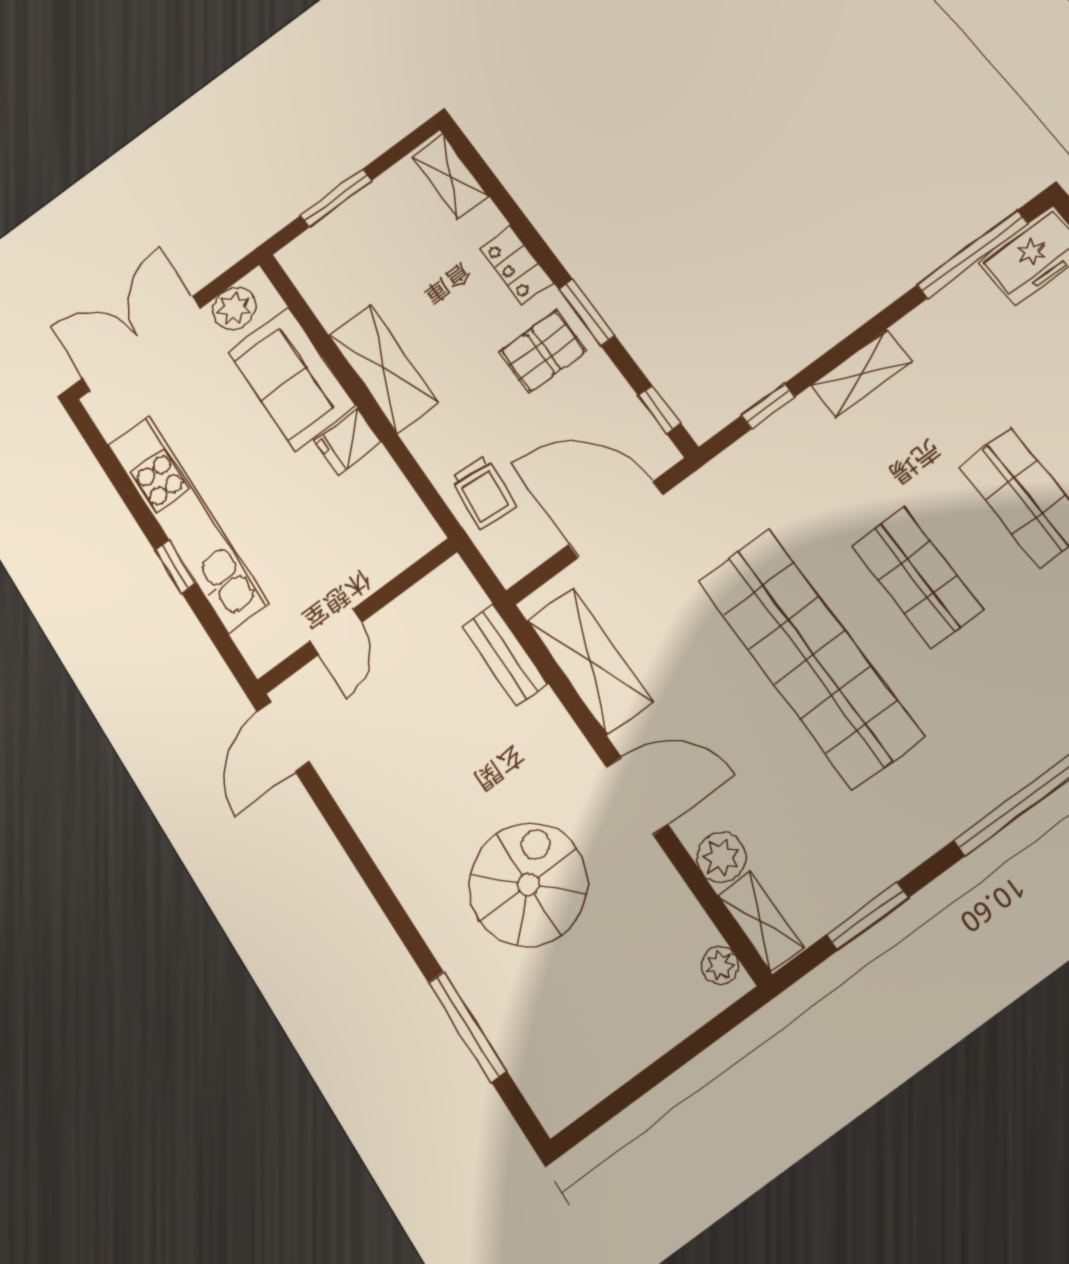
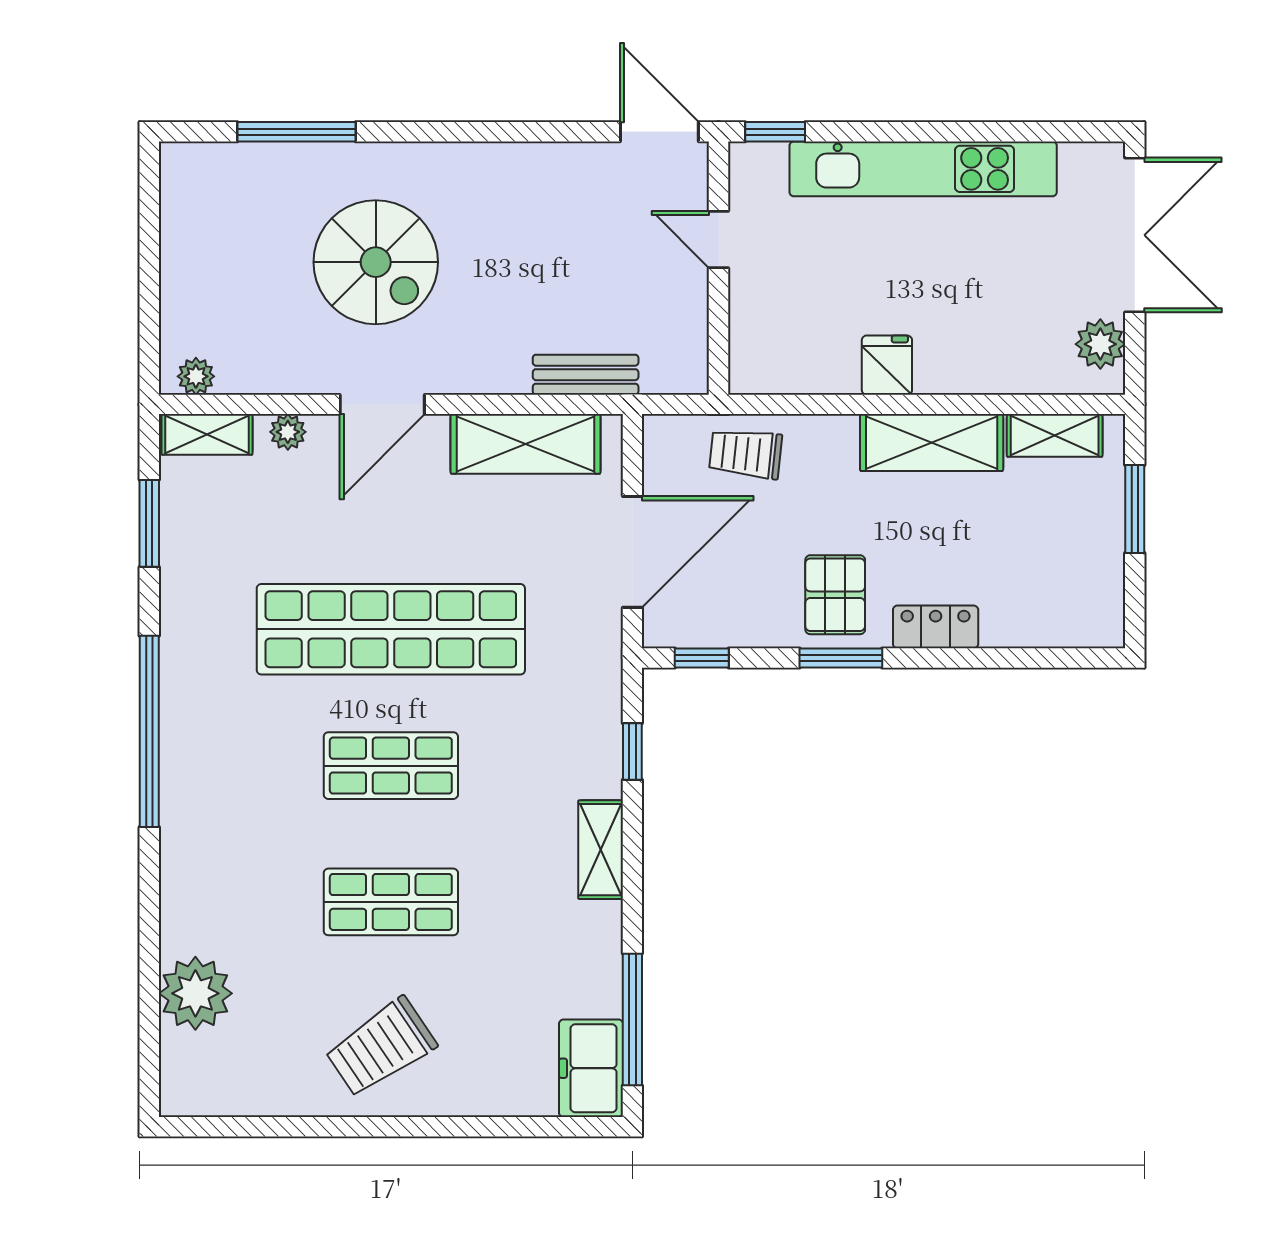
shelving: (451, 177) -> (1055, 435), moved
sofa: (291, 378) -> (988, 353), removed
window: (175, 567) -> (775, 132), moved
plant: (721, 857) -> (288, 432), width x0.73, depth x0.73

